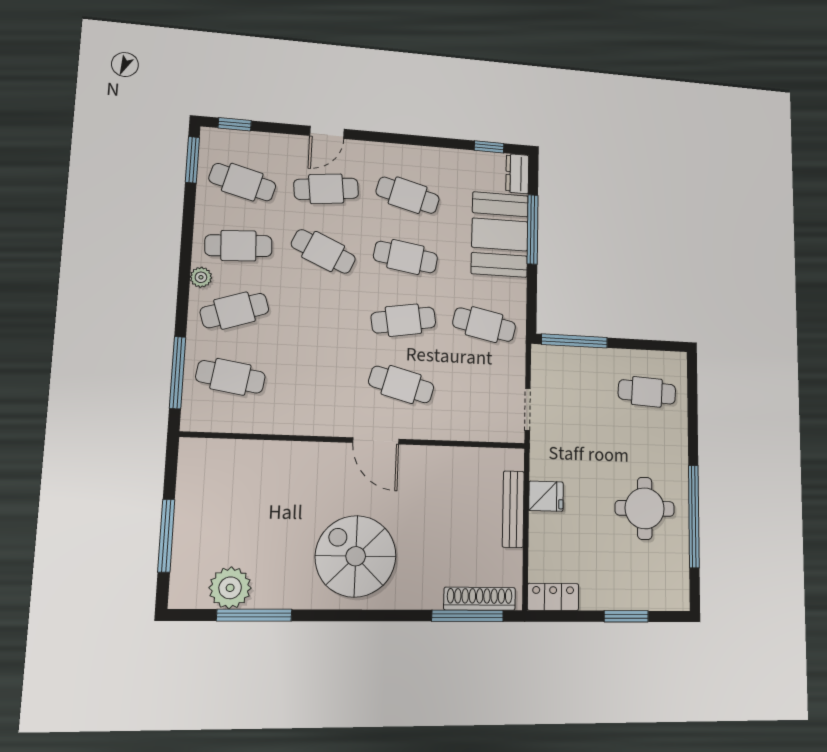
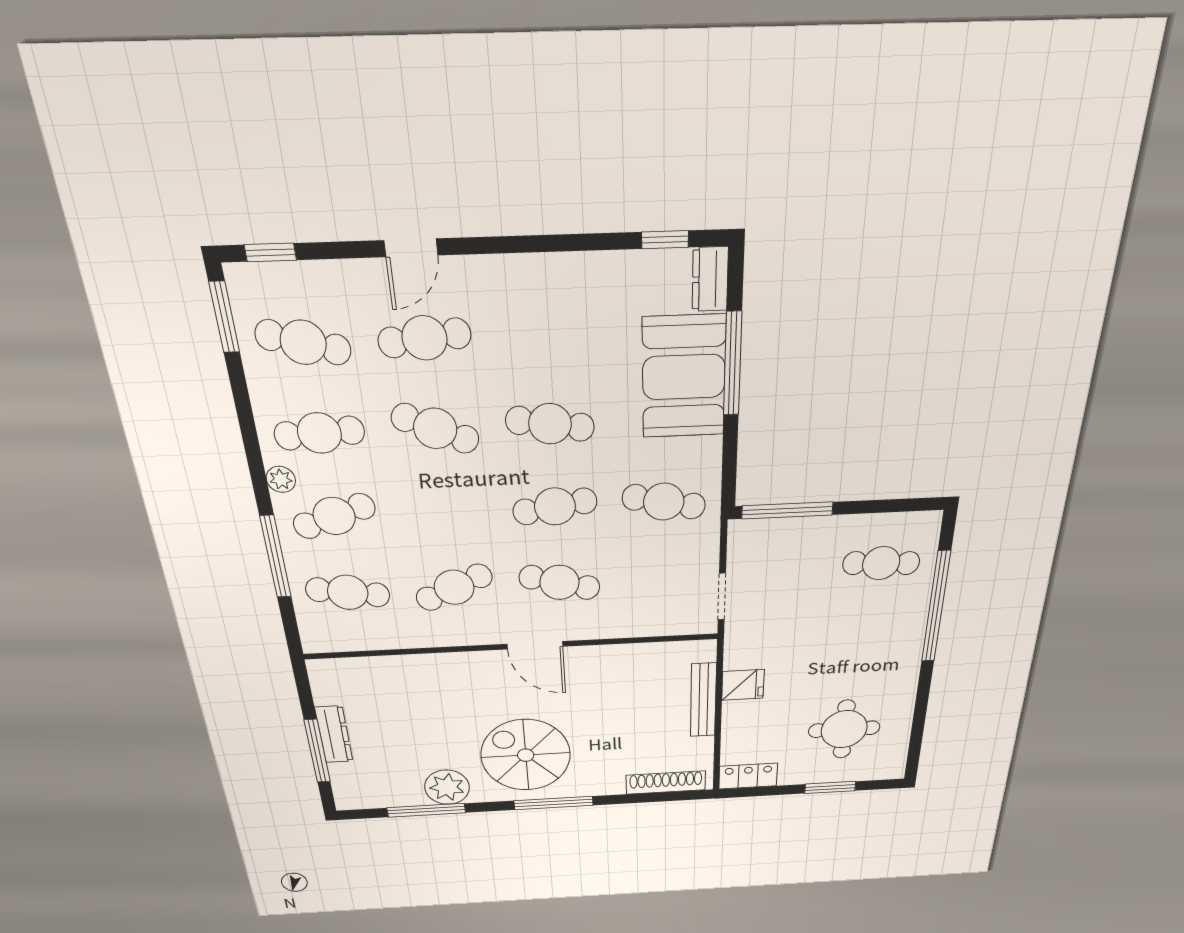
cafe table: (408, 195) -> (454, 587), moved, turned -39
window: (178, 373) -> (276, 557), moved
round table: (645, 508) -> (844, 729), moved
window: (694, 516) -> (936, 607), moved
dresser: (186, 518) -> (334, 734), added
plant: (230, 588) -> (447, 787), moved
window: (468, 616) -> (554, 803), moved

